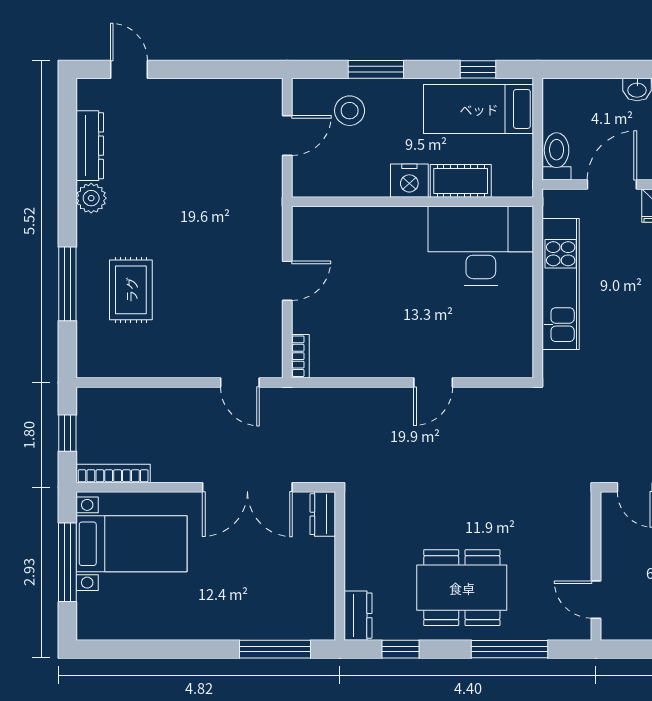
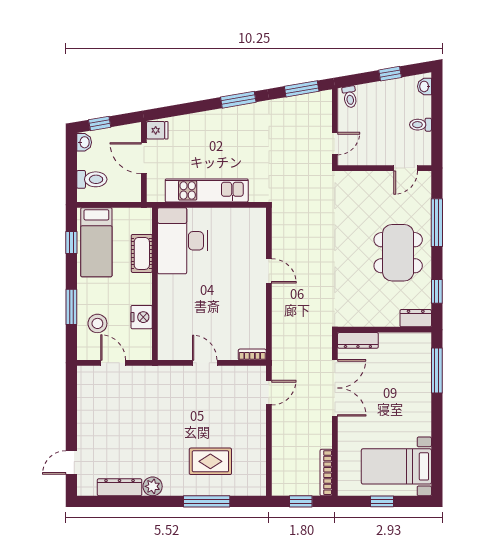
toilet: (557, 156) -> (92, 179), moved, turned 180
nightstand: (409, 181) -> (142, 317), moved
dresser: (323, 514) -> (358, 340), width x1.44
bed with nightstands: (131, 544) -> (396, 466), moved, turned -90
window: (67, 562) -> (382, 501), width x0.46

